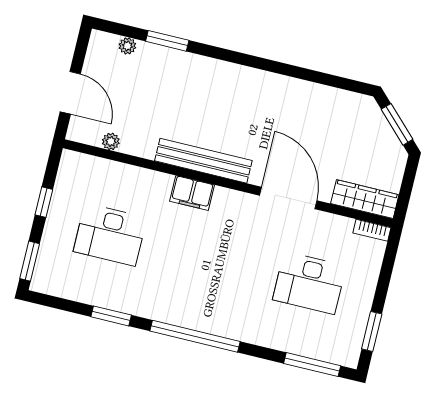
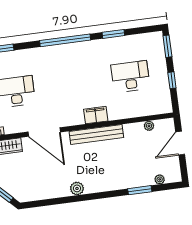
plant: (270, 84) -> (77, 188), added
door: (70, 93) -> (180, 143), hinge flipped

